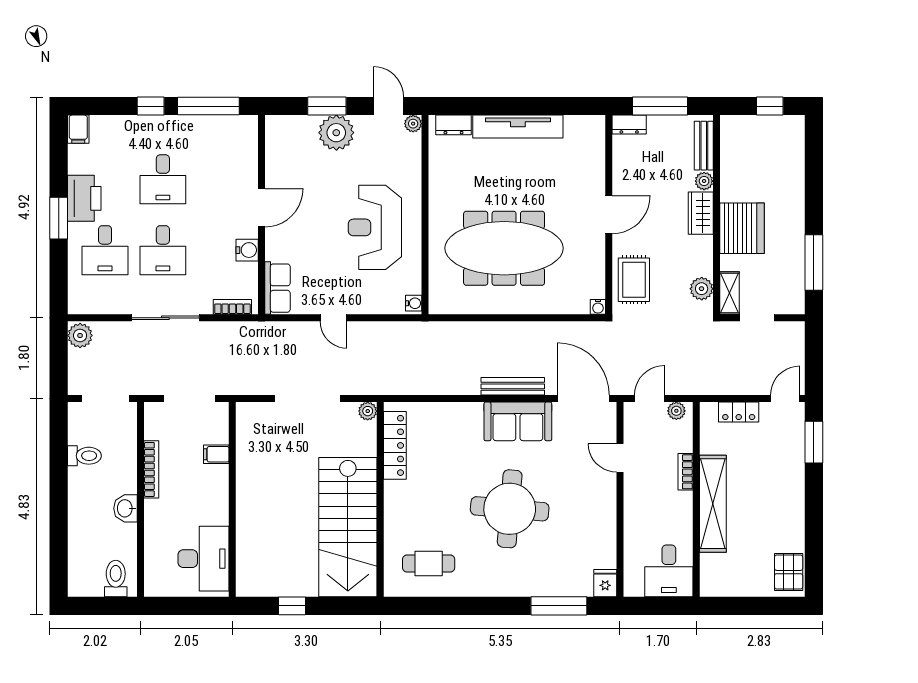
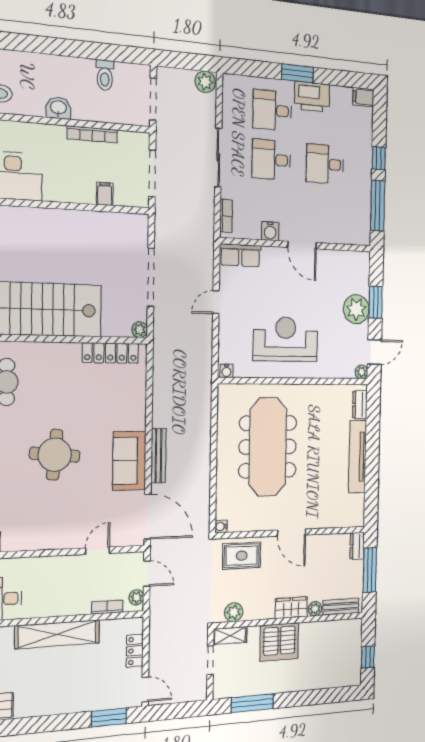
door: (583, 398) -> (148, 517), hinge flipped
bookcase: (686, 472) -> (107, 607), moved
round table: (510, 509) -> (55, 455), width x0.73, depth x0.73

